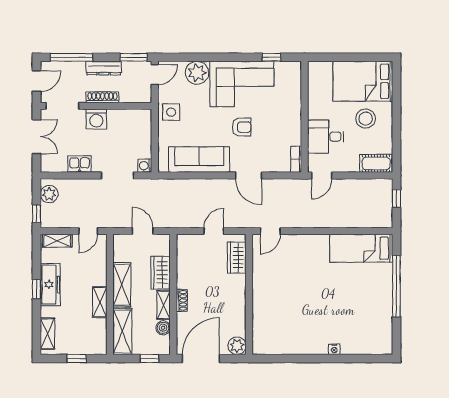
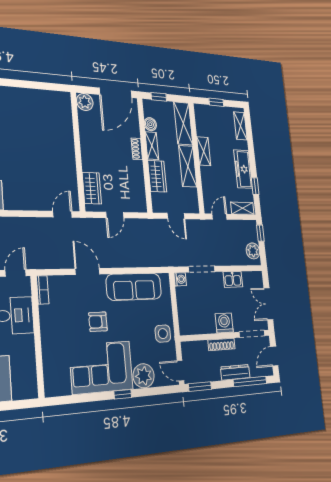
window: (271, 57) -> (123, 394), moved
dresser: (104, 68) -> (235, 372), moved
door: (155, 75) -> (180, 371), hinge flipped
window: (37, 289) -> (255, 186), moved

